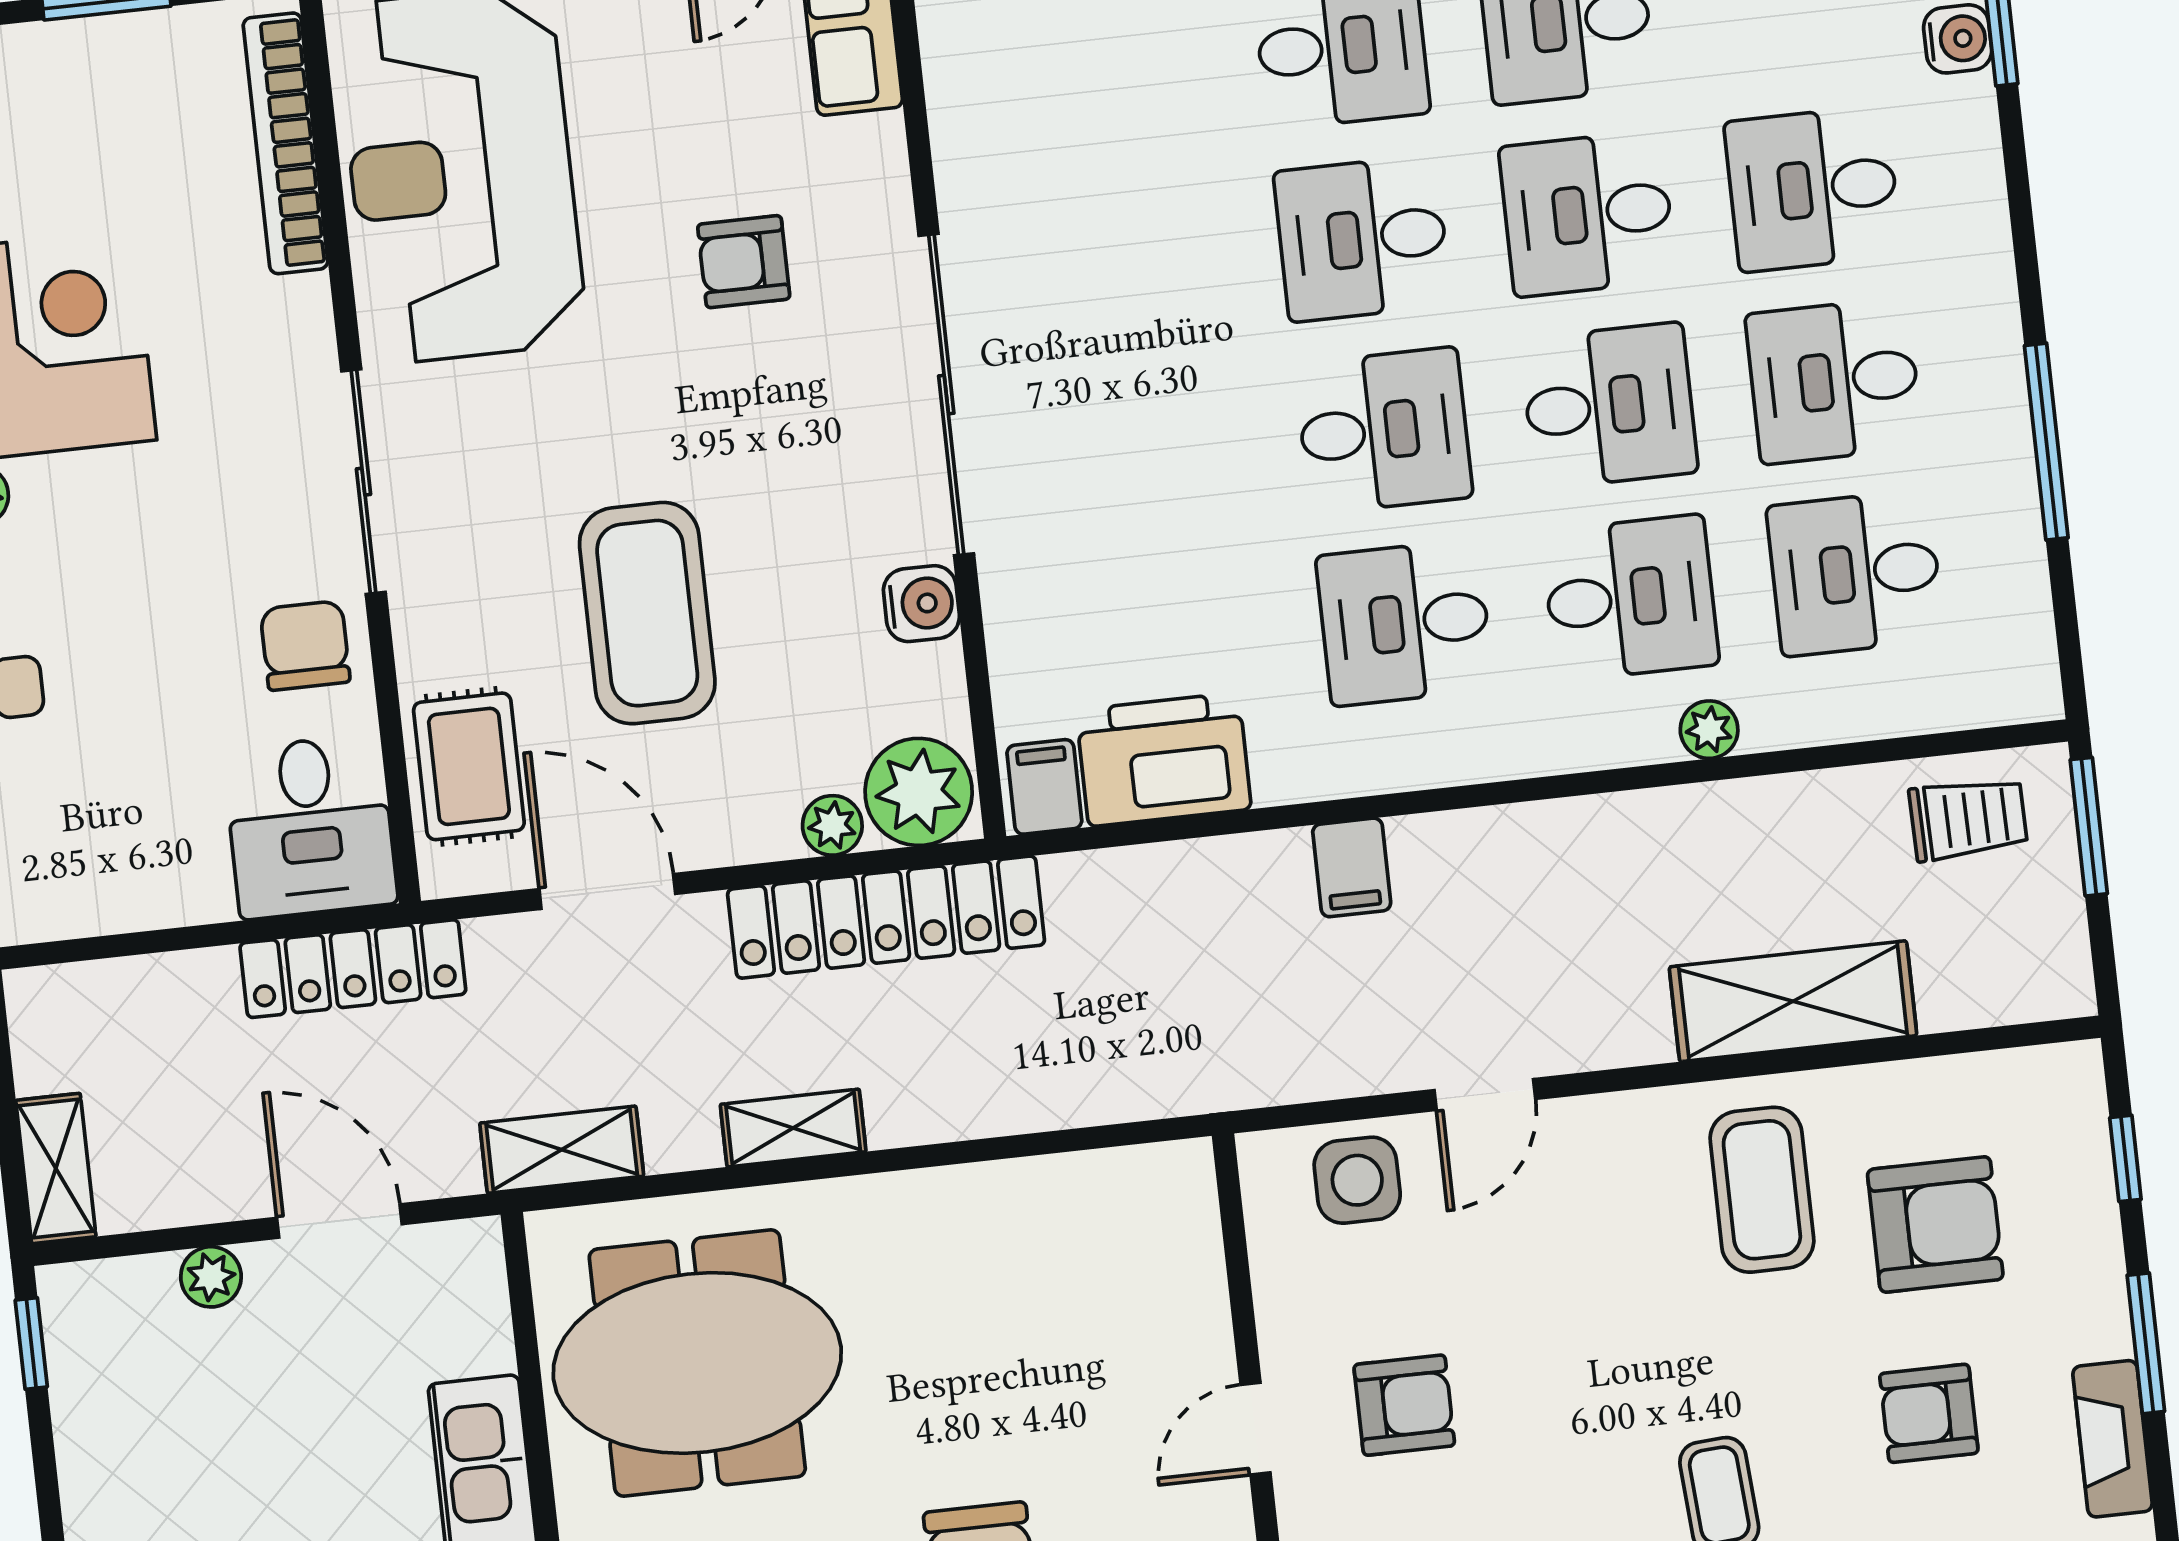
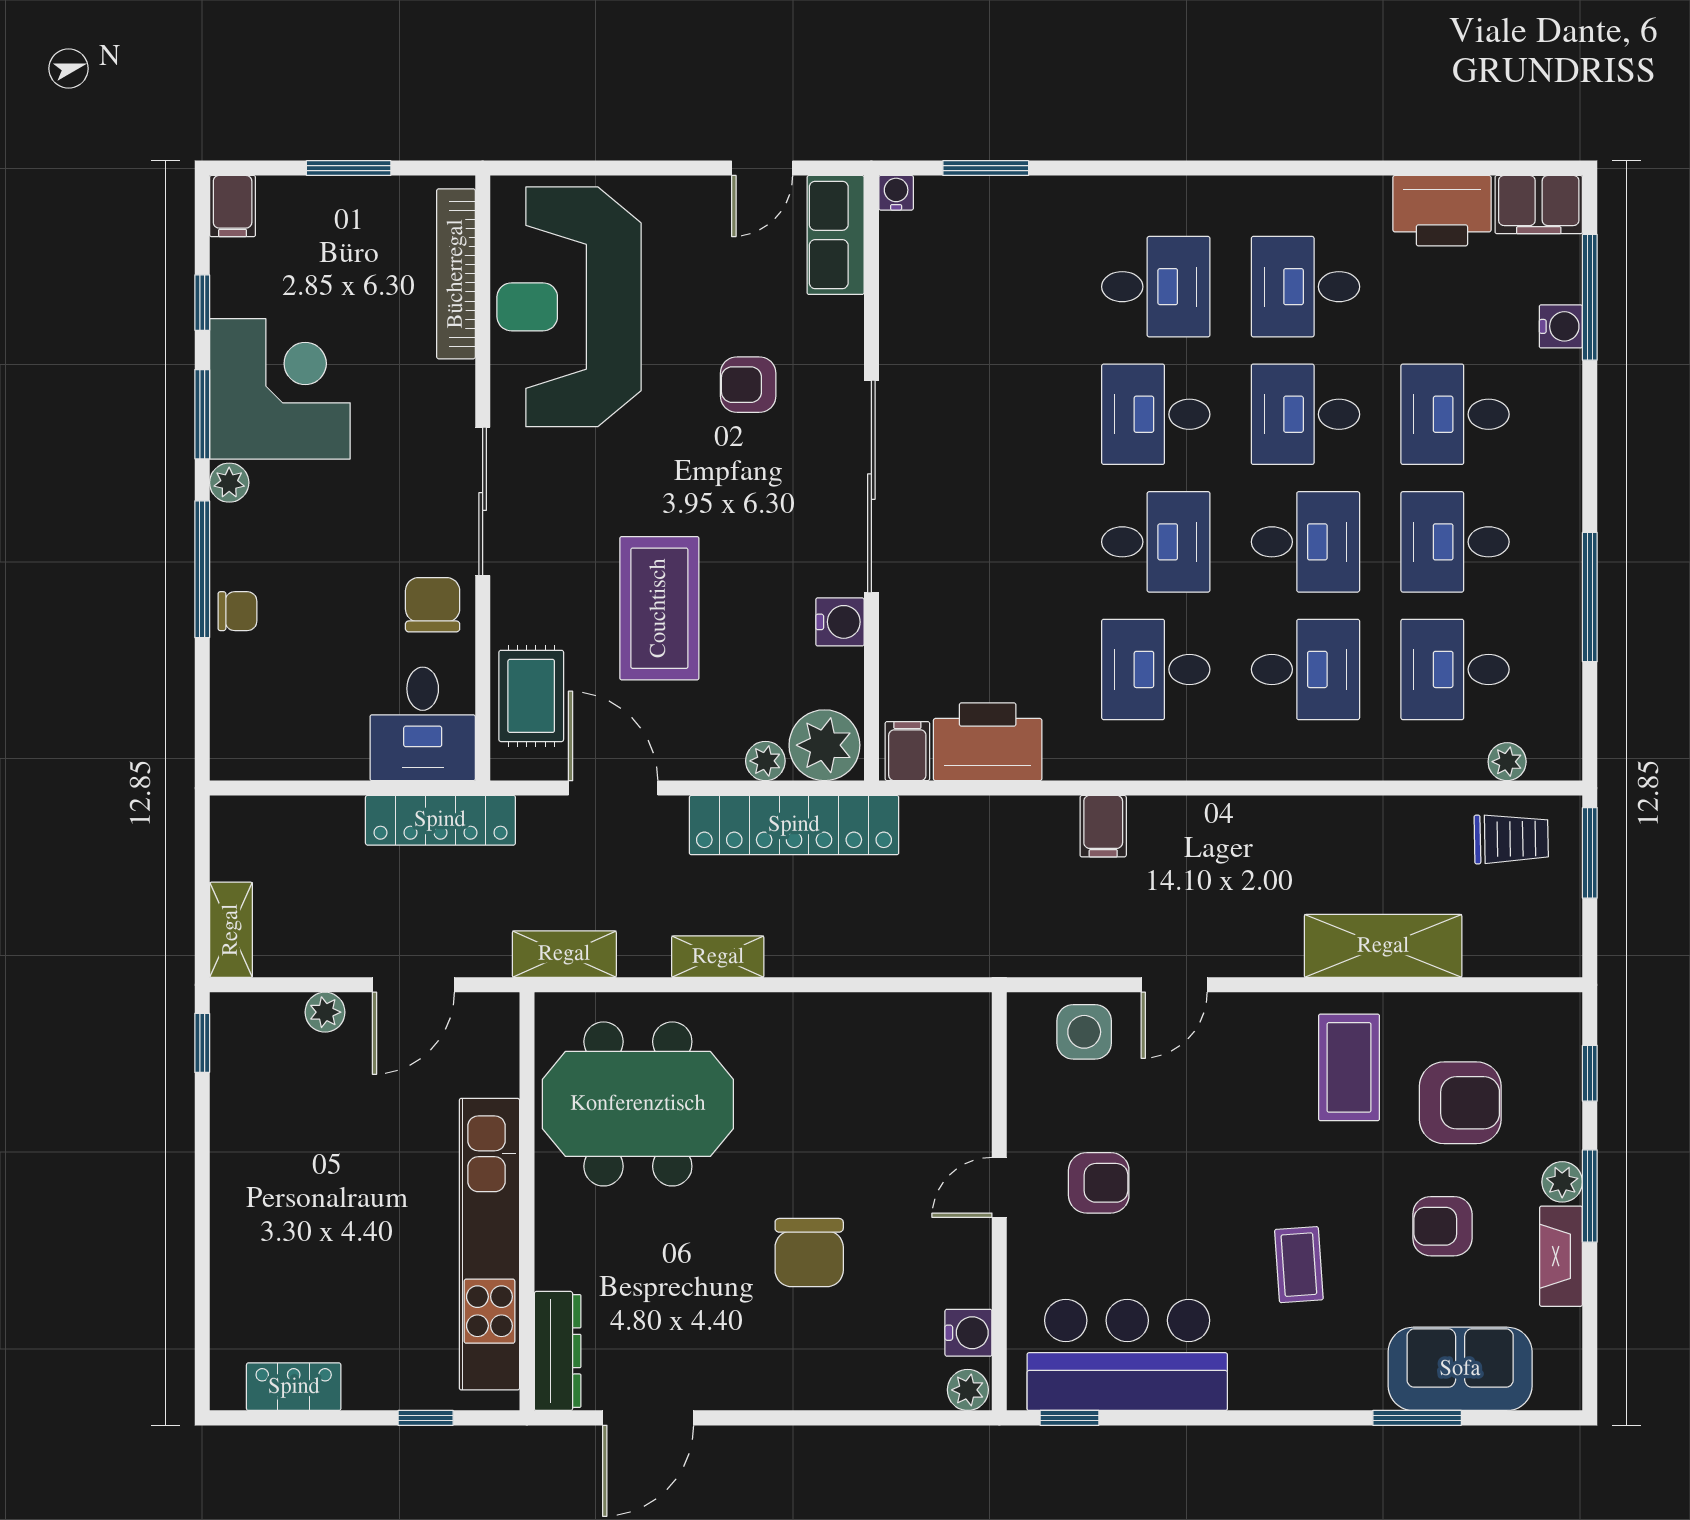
plant: (1709, 730) -> (1507, 762), moved
door: (339, 1221) -> (413, 985), swing flipped
plant: (2102, 1327) -> (1562, 1182), added

